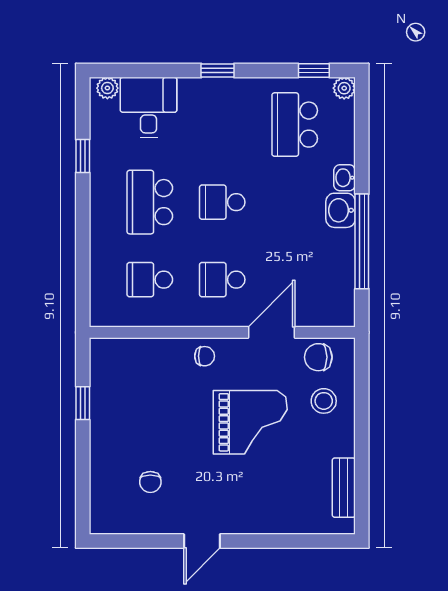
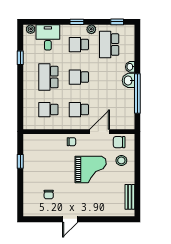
plant: (344, 88) -> (91, 29), moved
school desk: (222, 125) -> (79, 45), added

